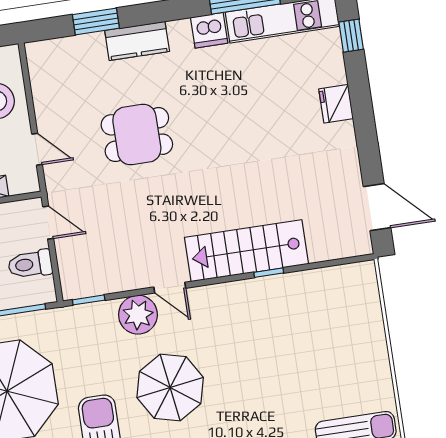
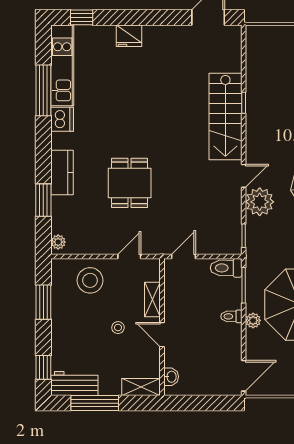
plant: (42, 50) -> (58, 242), added
toilet: (30, 264) -> (226, 268), moved, turned 90

